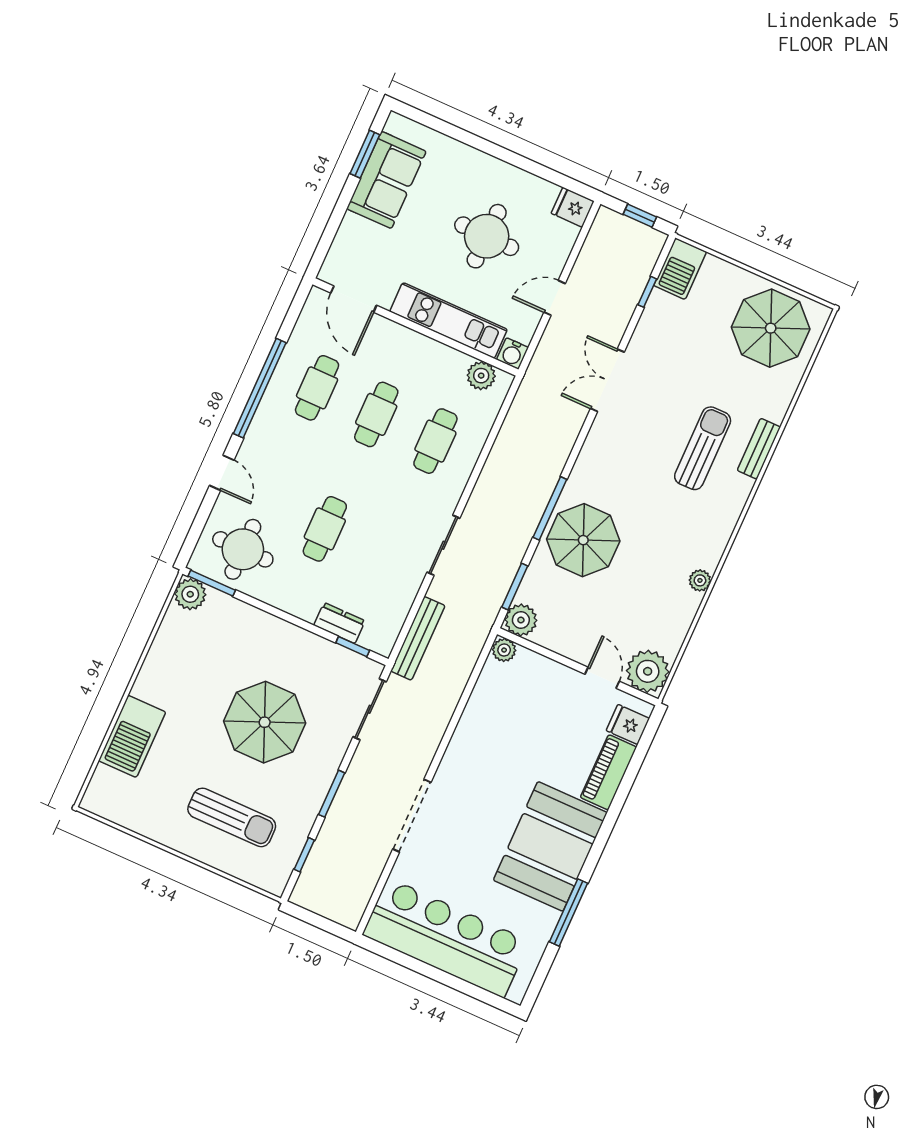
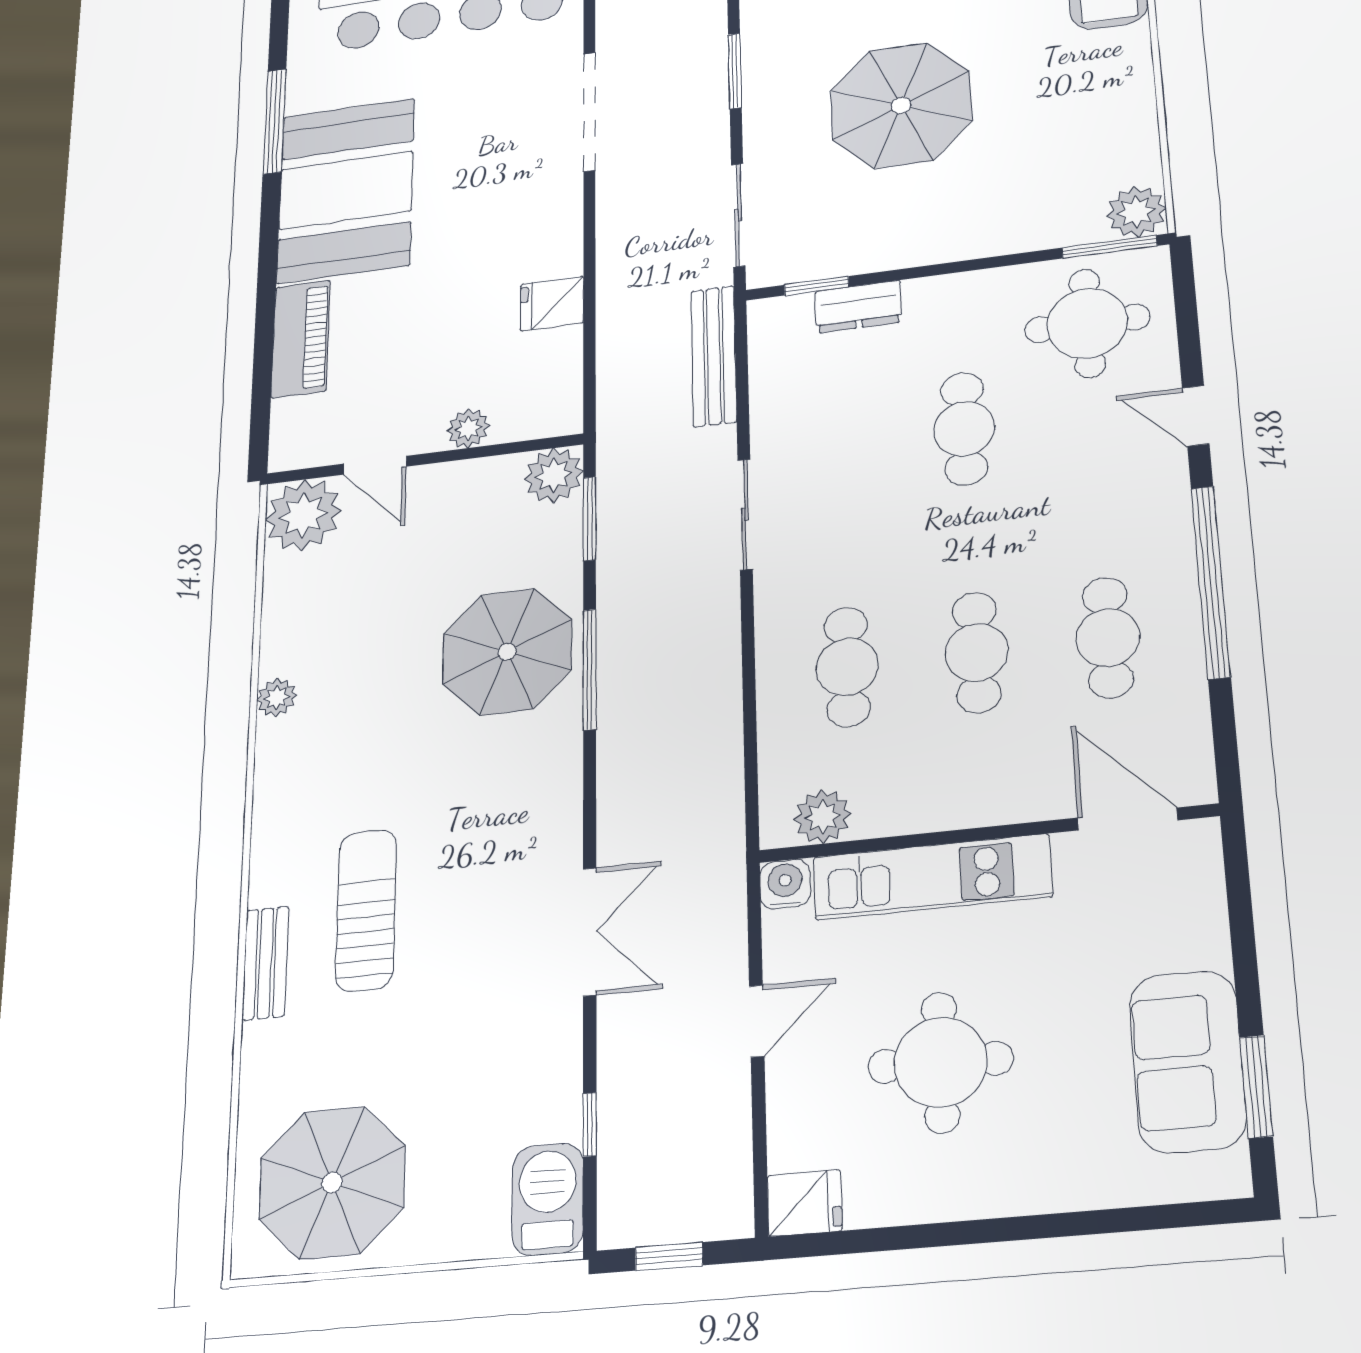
sun lounger: (703, 448) -> (366, 910), turned 180
plant: (504, 650) -> (468, 428), moved
fridge: (628, 725) -> (552, 304), moved, turned 180

